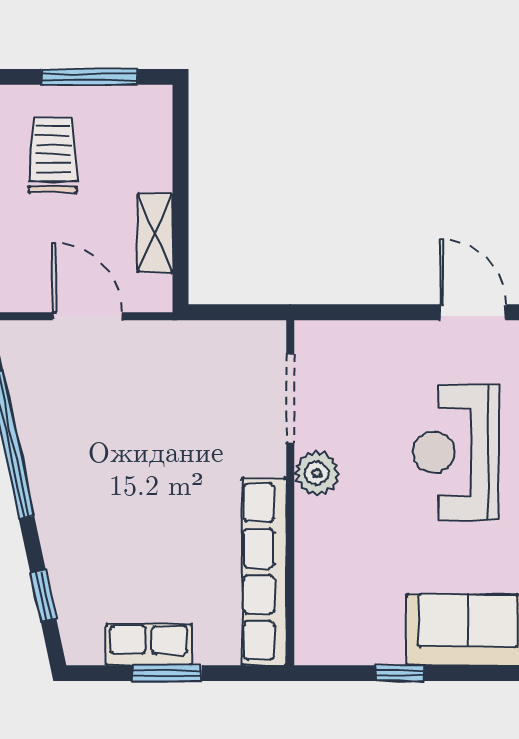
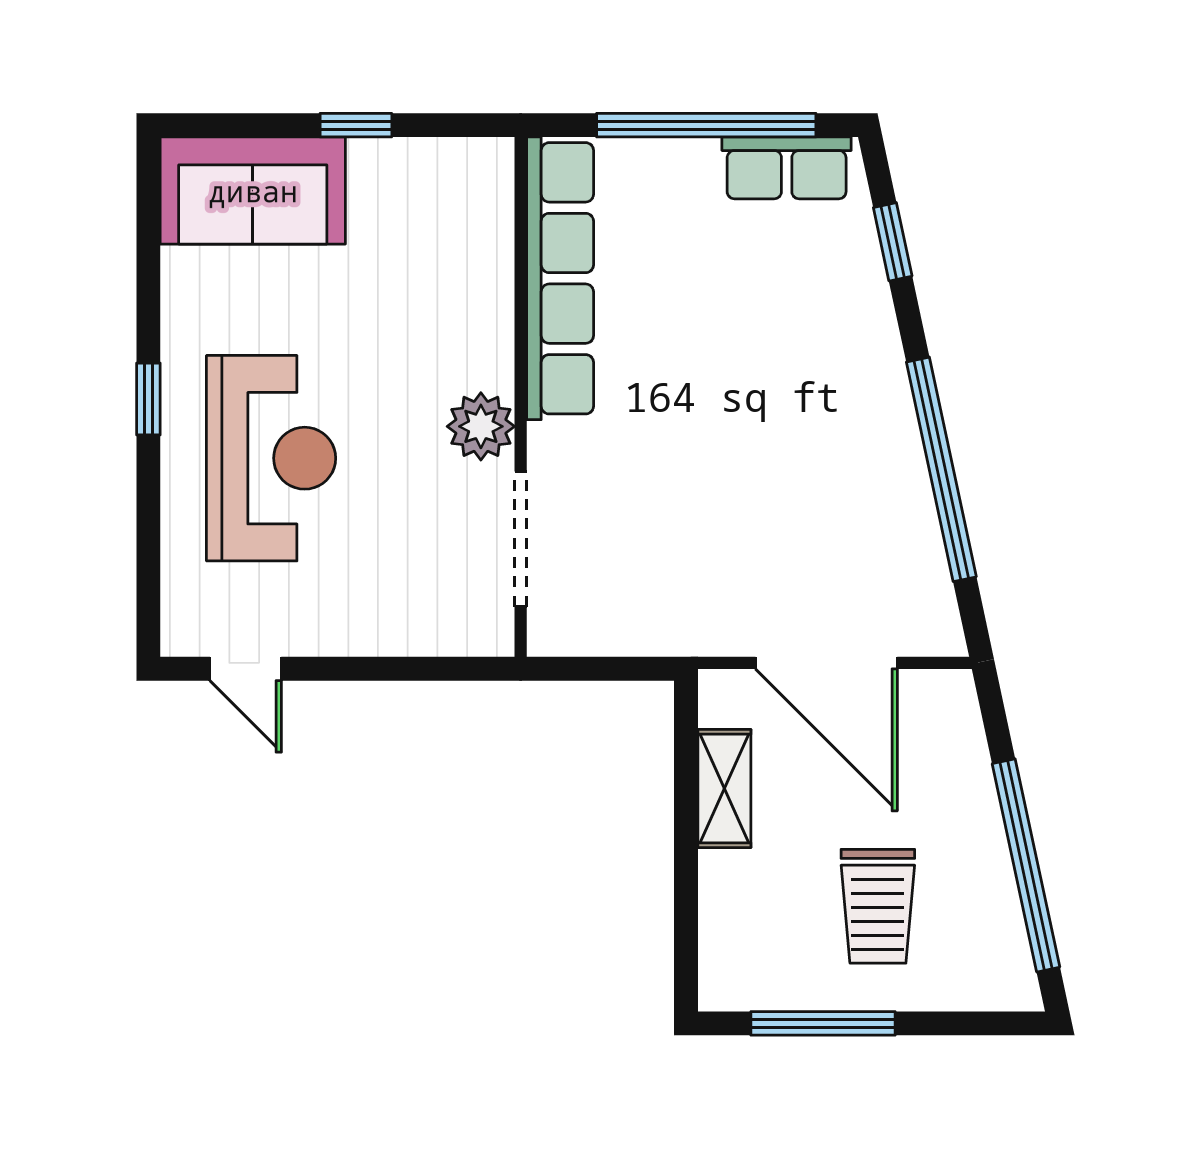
door: (473, 312) -> (246, 669), width x0.73
door: (87, 316) -> (826, 663), width x1.36
row of seats: (149, 645) -> (787, 168), moved
window: (167, 673) -> (706, 125), width x2.11

